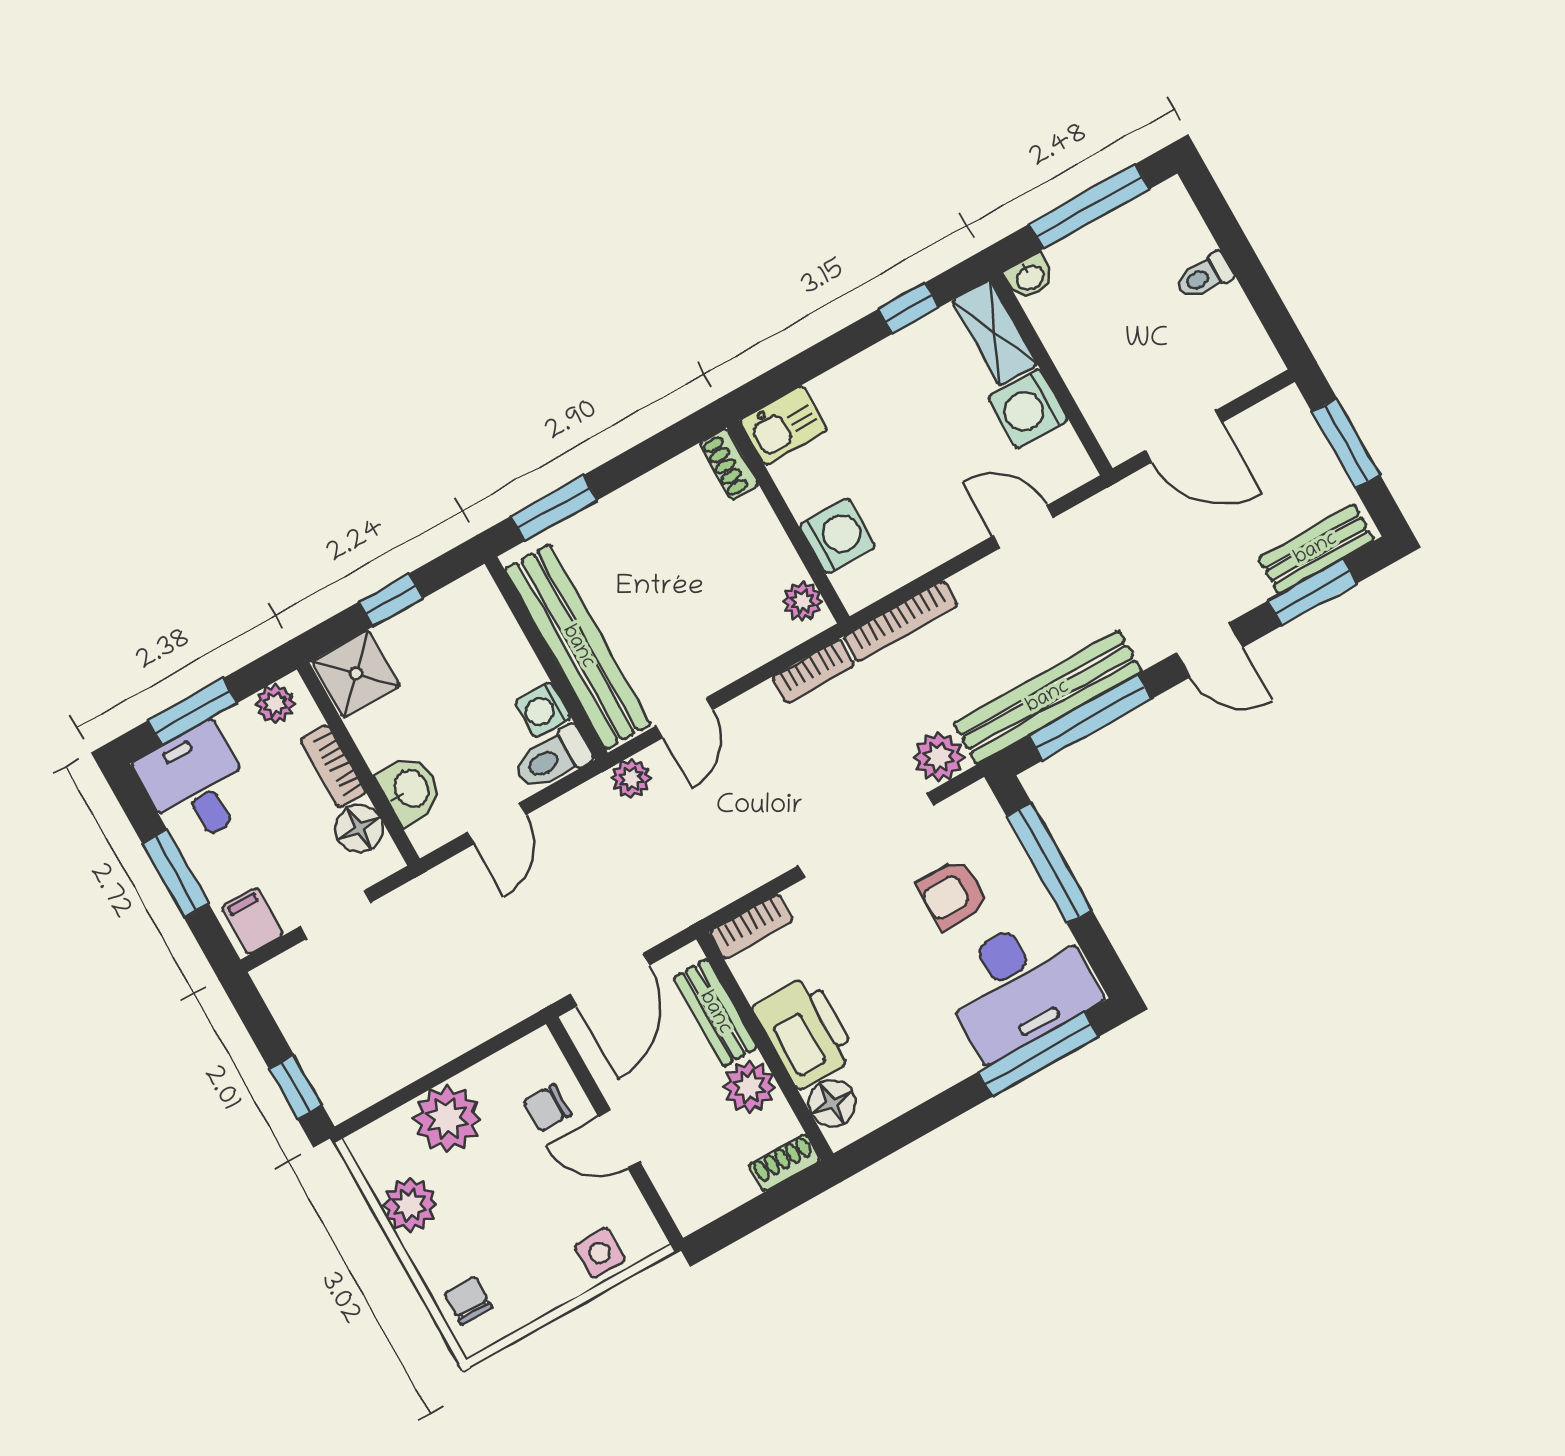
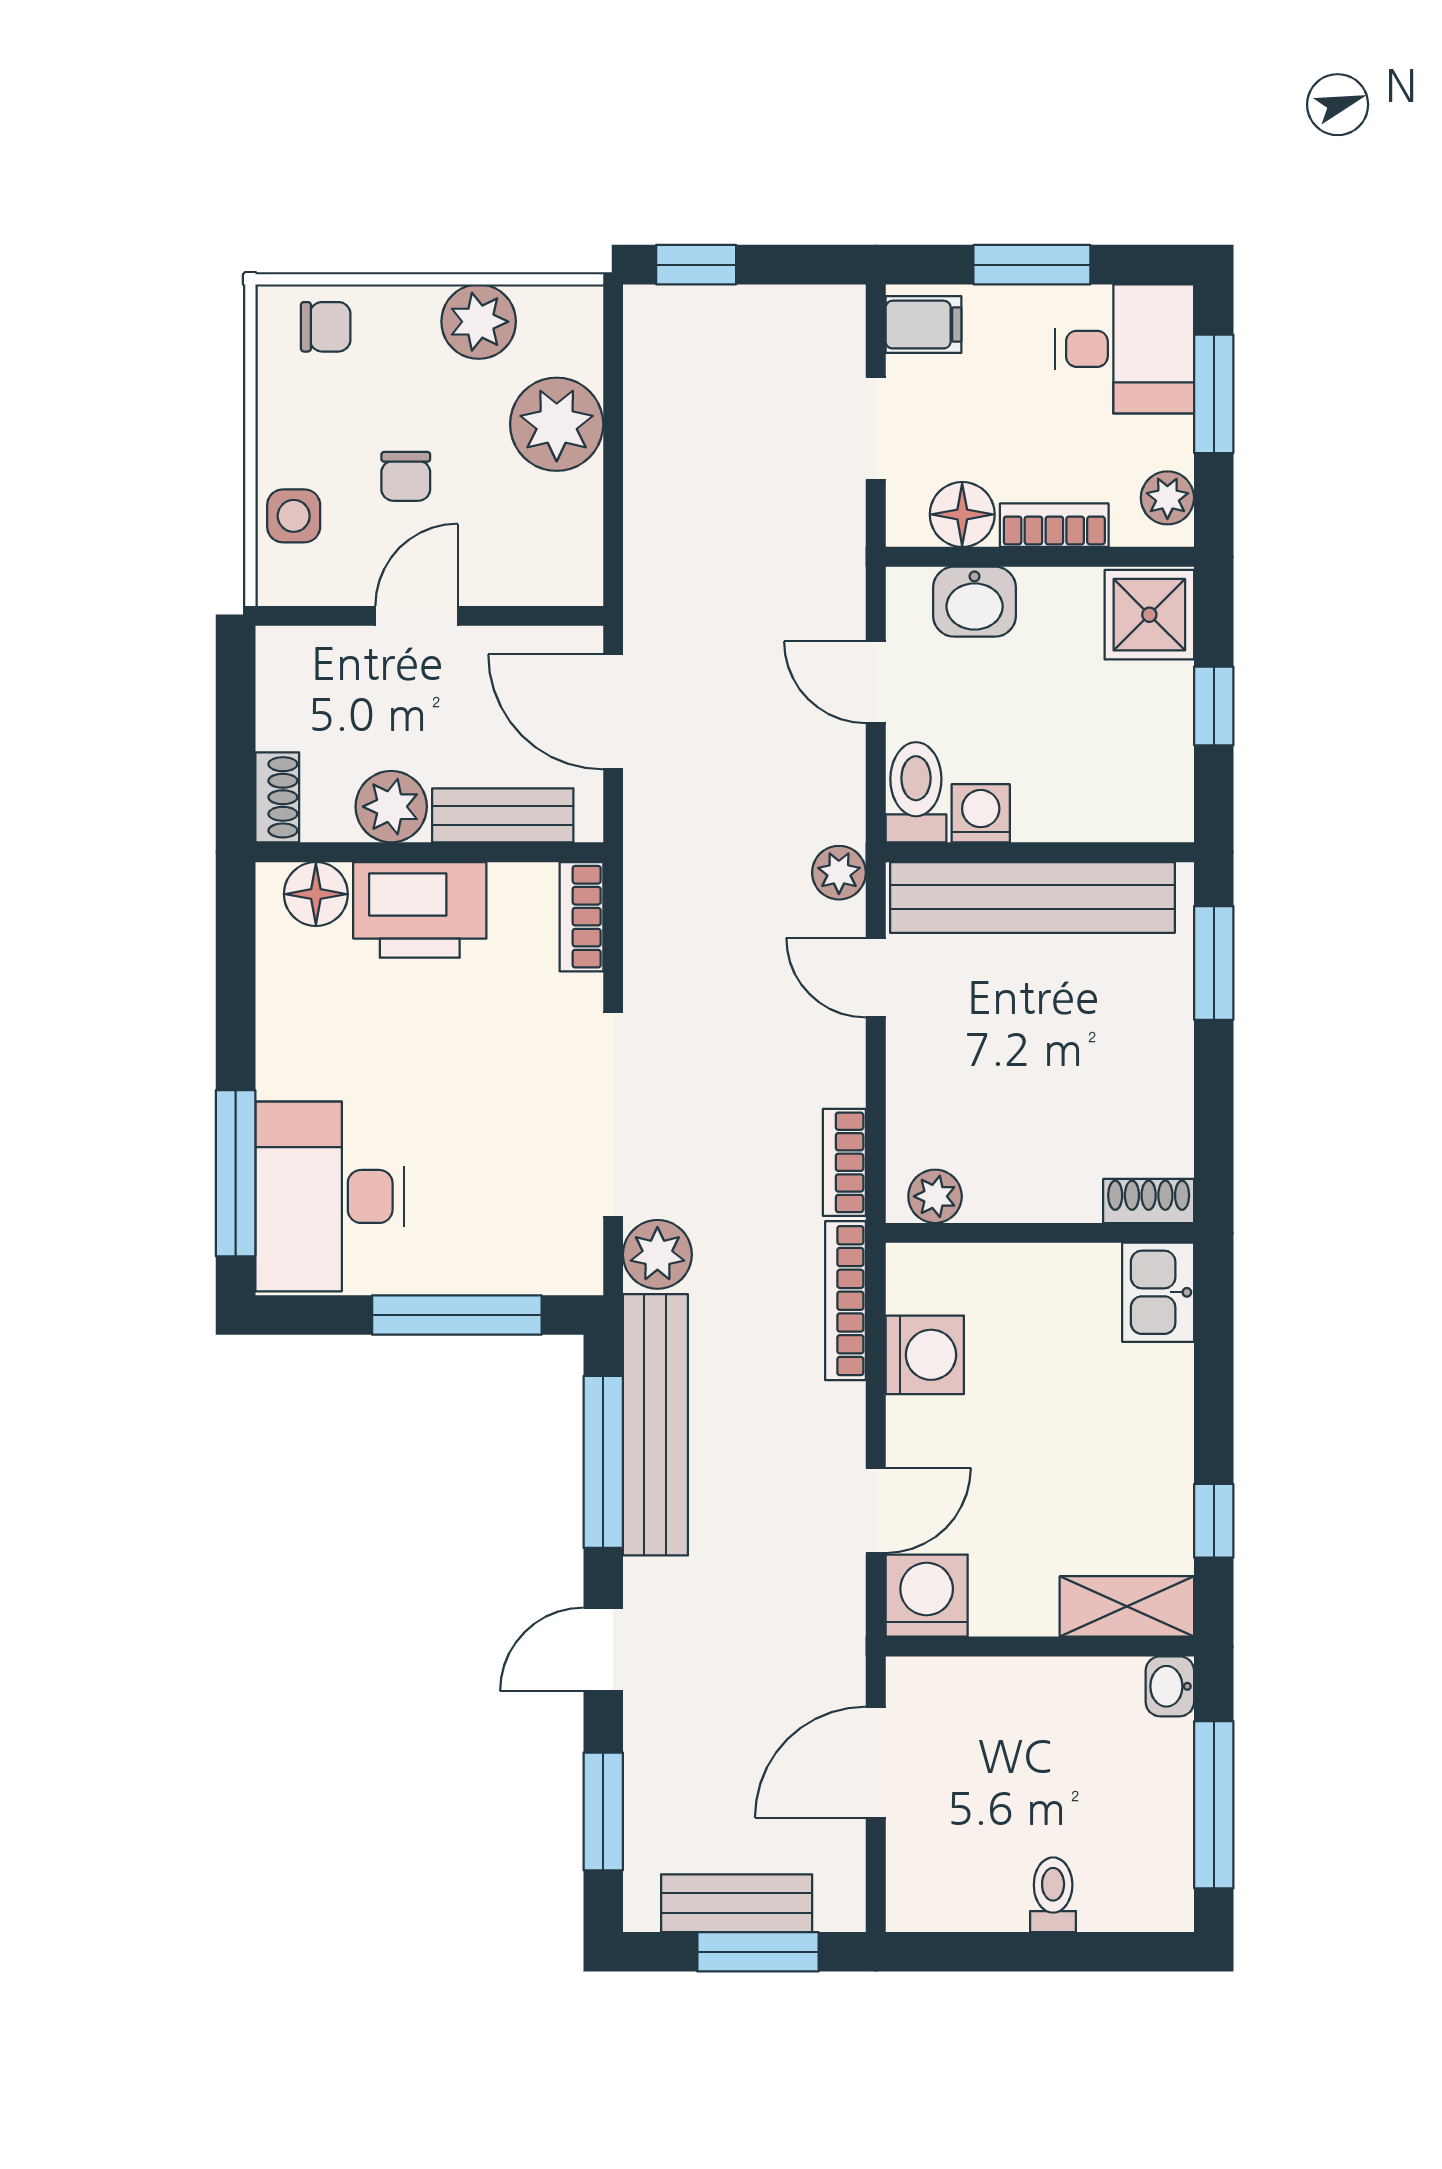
washing machine: (1028, 409) -> (927, 1596), moved
washing machine: (837, 536) -> (925, 1355), moved, turned -90
bench: (1316, 549) -> (737, 1903), moved, turned 90
armchair: (953, 894) -> (485, 1179), removed
chair: (547, 1108) -> (406, 476), moved, turned 180

